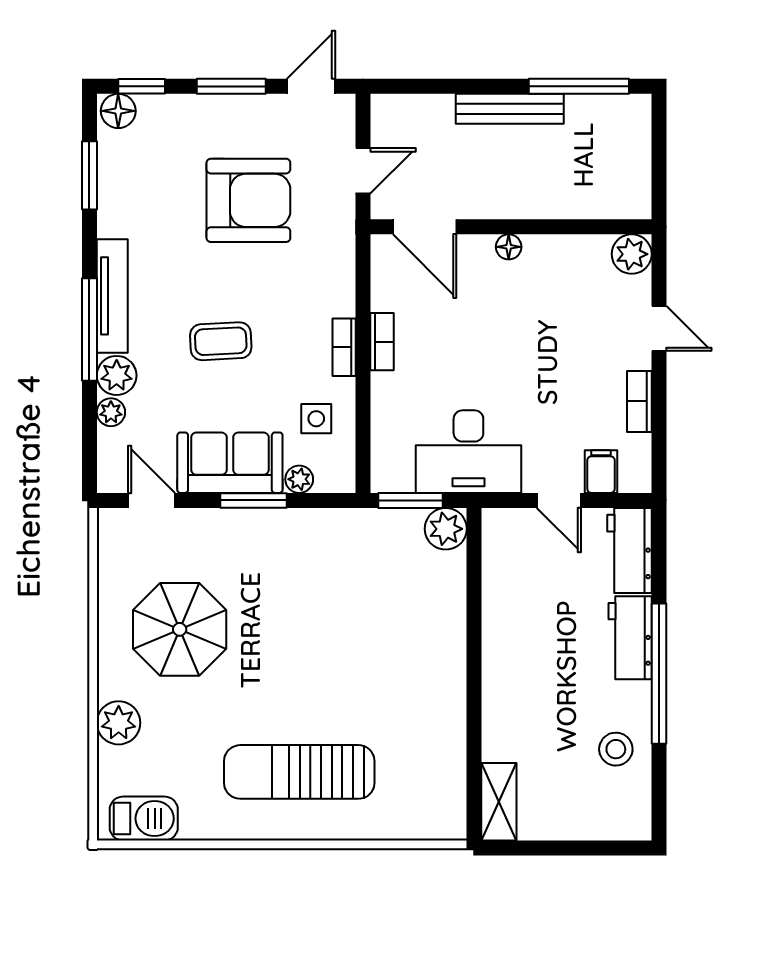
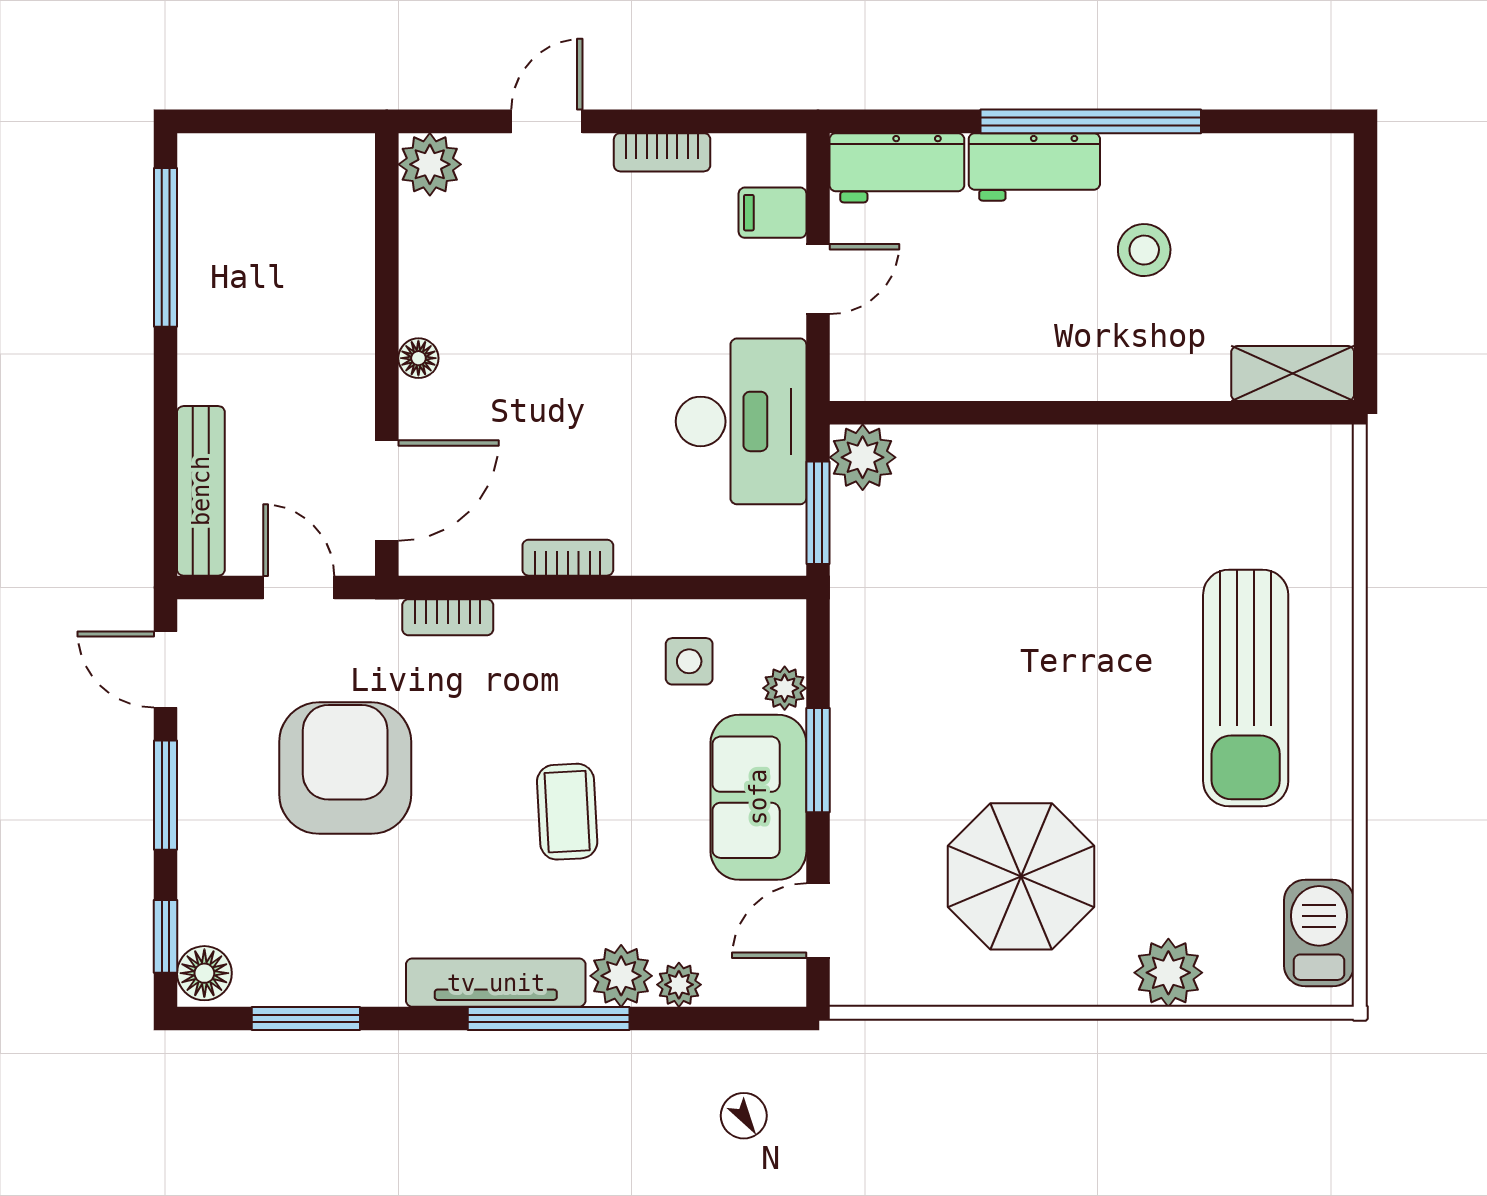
bench: (510, 109) -> (201, 491), moved
bookcase: (344, 347) -> (448, 617), moved
stool: (616, 749) -> (1144, 250), moved

